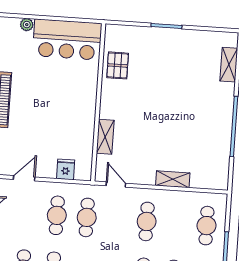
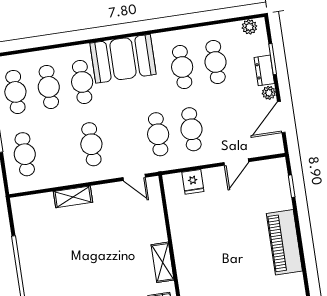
shelving: (105, 137) -> (163, 262), moved

